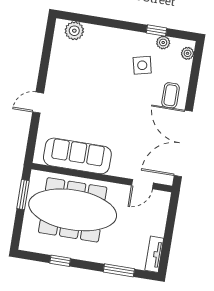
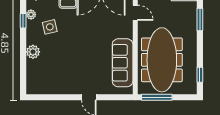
plant: (74, 31) -> (33, 52), moved
window: (23, 195) -> (157, 97), width x1.44
window: (60, 261) -> (200, 75), moved

